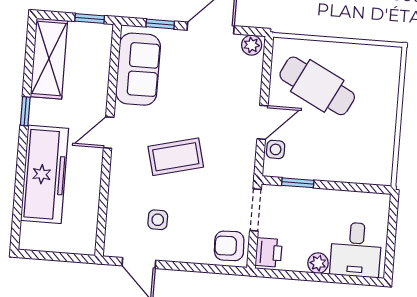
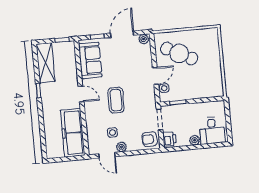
door: (109, 133) -> (81, 94), swing flipped
coffee table: (176, 157) -> (116, 100), turned -76
freezer: (45, 174) -> (73, 133), moved, turned 180
plant: (171, 252) -> (122, 147), added

